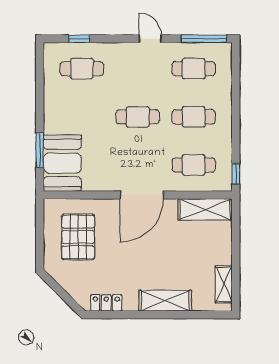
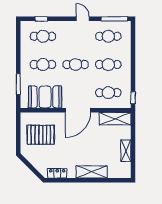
cafe table: (82, 117) -> (43, 64), added
booth: (62, 163) -> (45, 97), moved, turned 90
pallet: (78, 237) -> (41, 135), turned 90
shelving: (224, 284) -> (126, 151), moved

